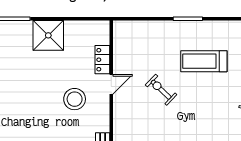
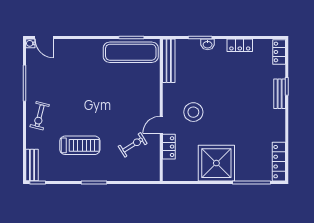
shower: (48, 35) -> (216, 163), width x1.37, depth x1.37
exercise bike: (161, 90) -> (133, 145), moved, turned -76

